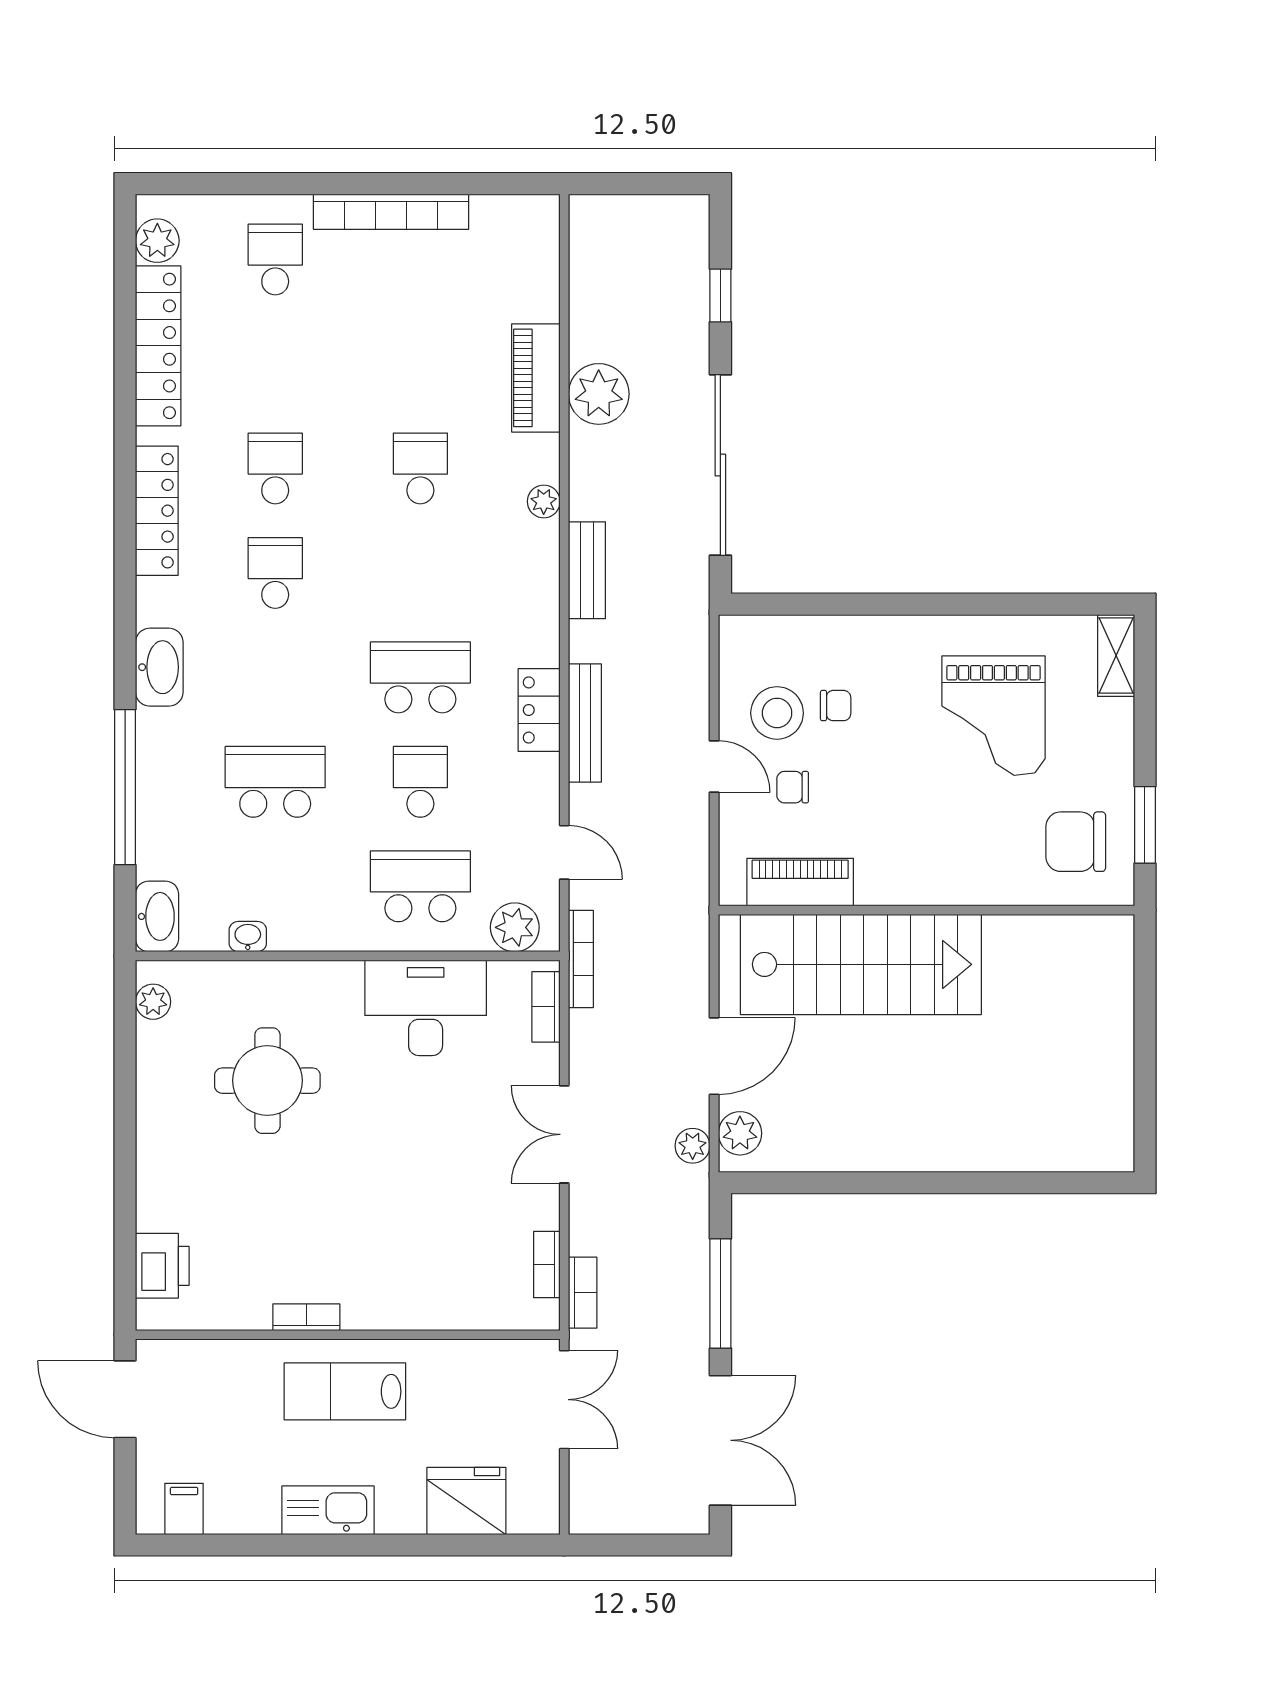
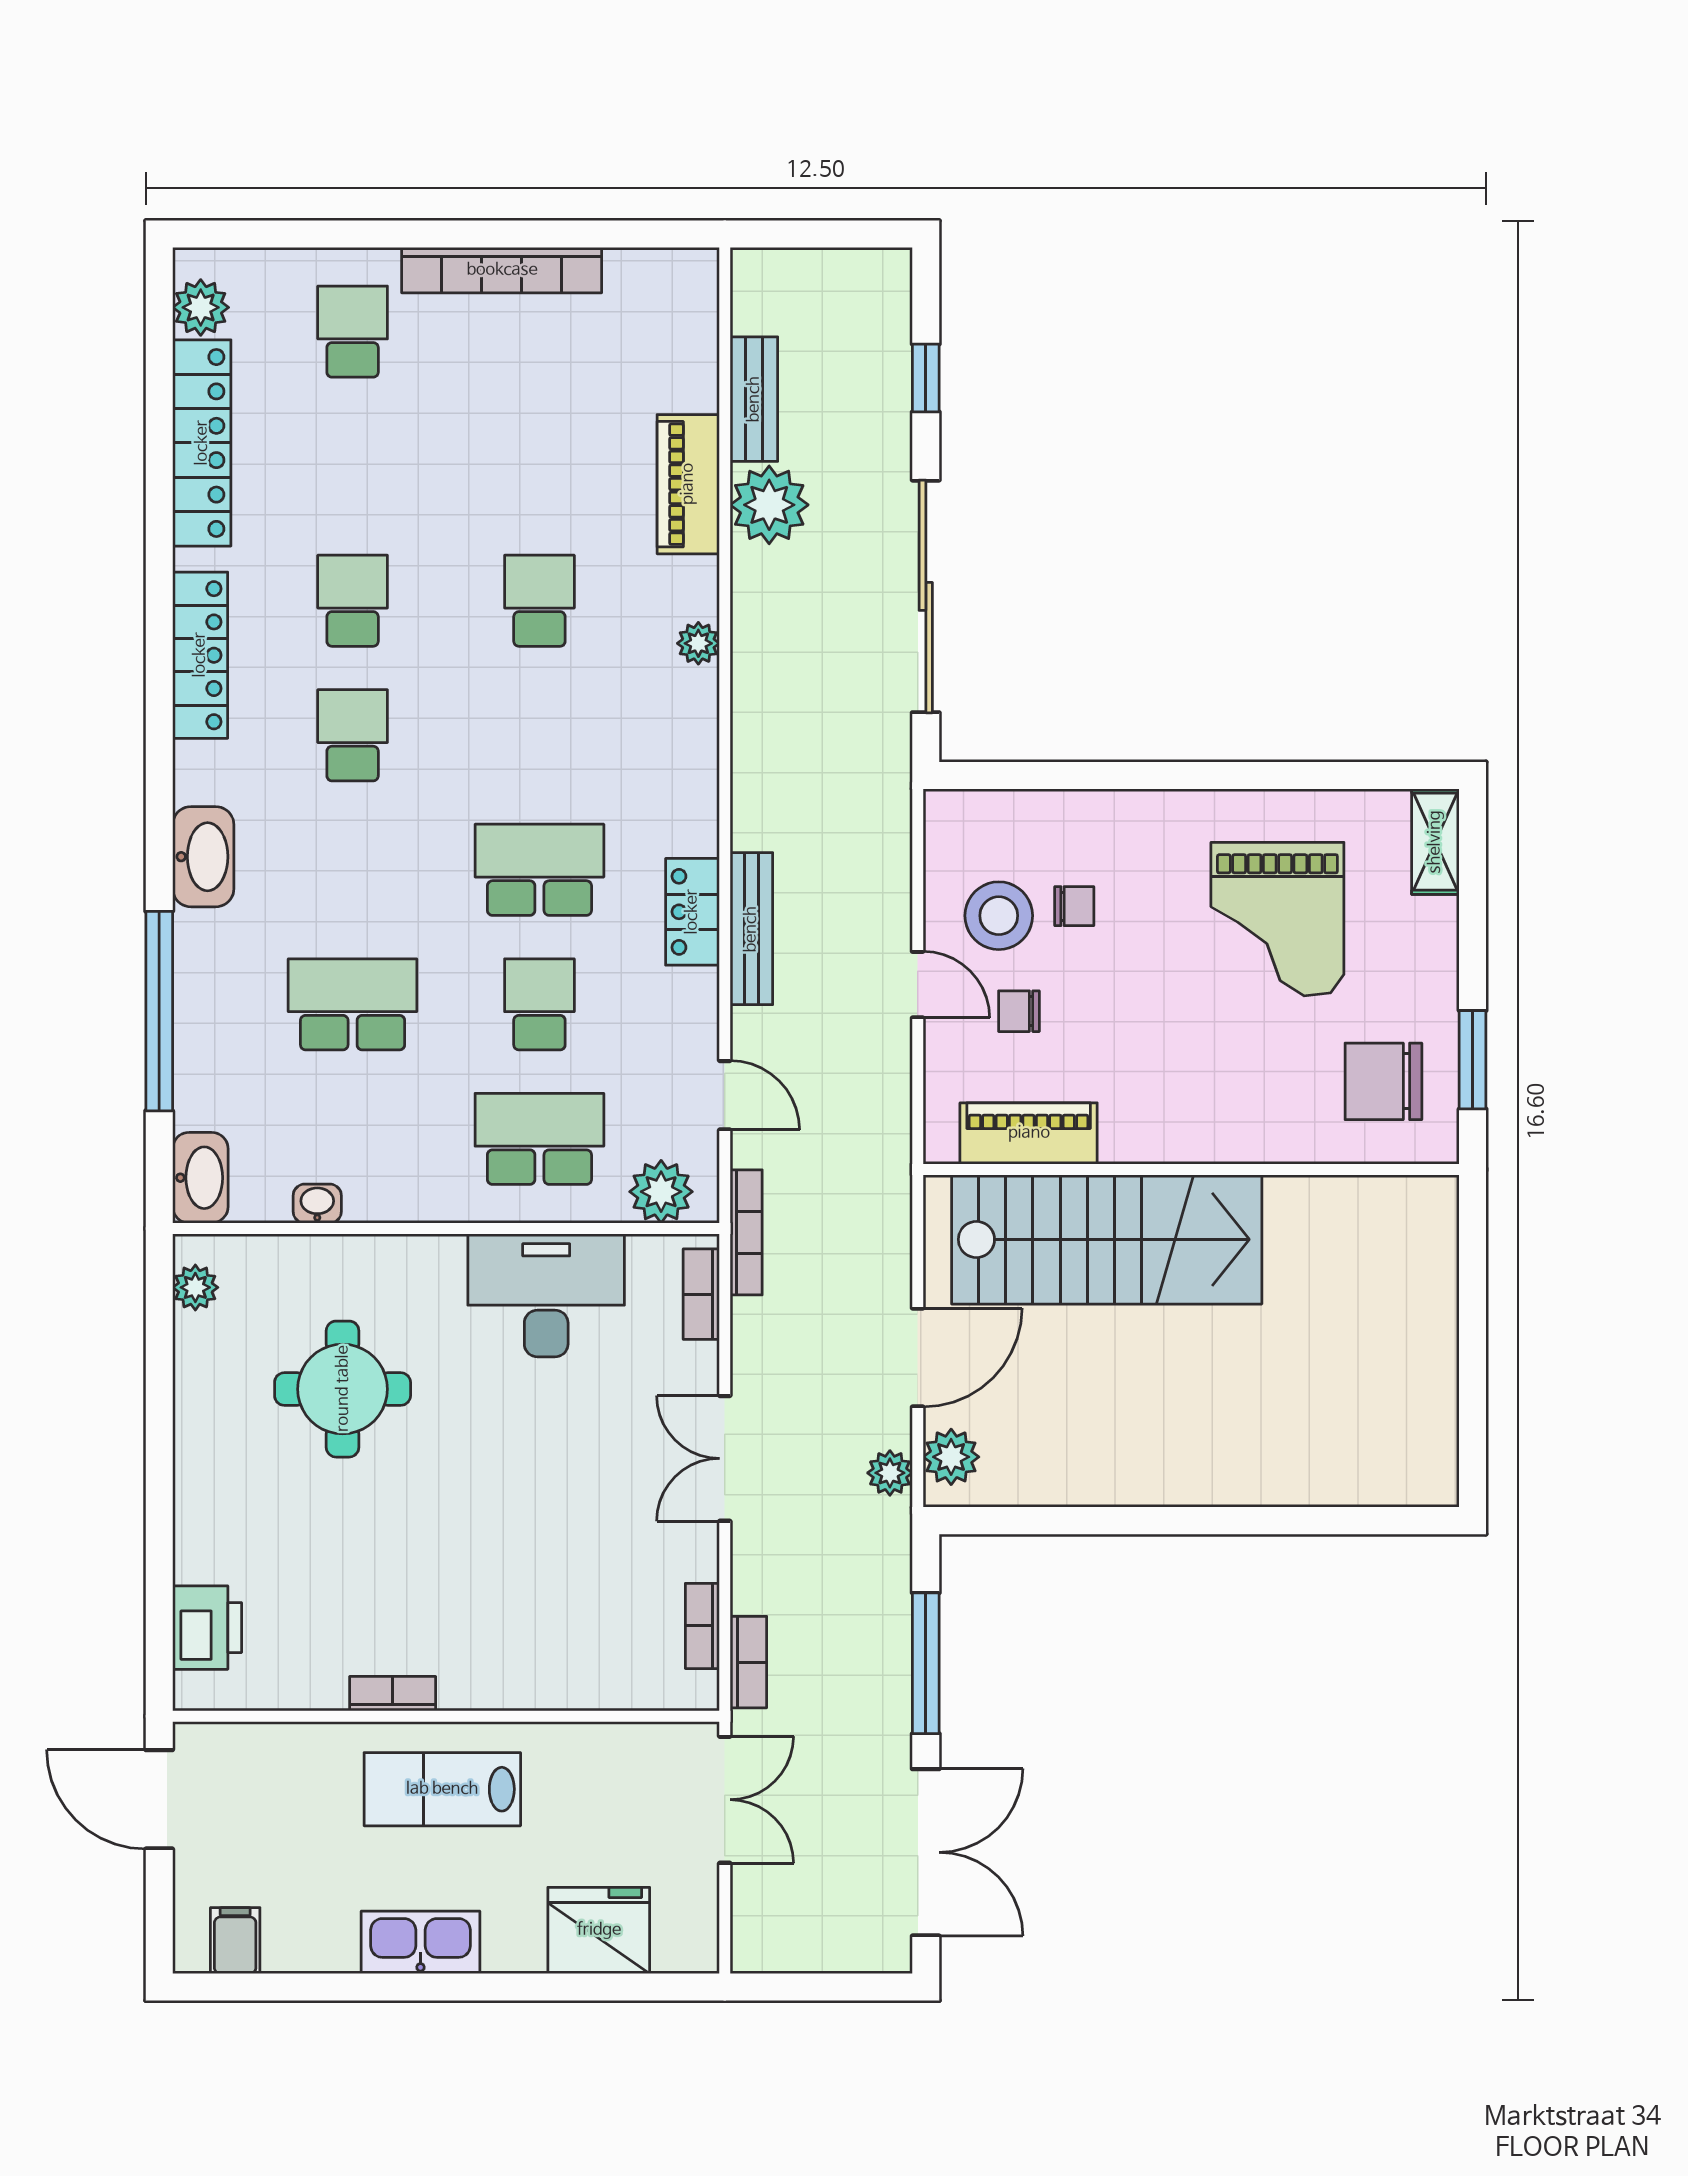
bench: (587, 570) -> (754, 399), moved

